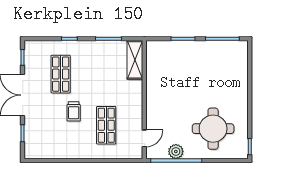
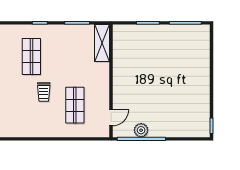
round table: (213, 129) -> (176, 108), removed

